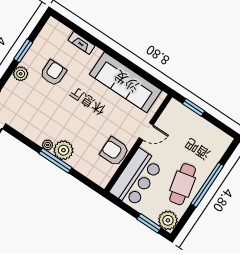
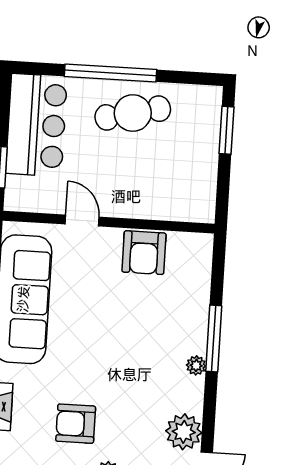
plant: (63, 150) -> (184, 432), moved
bar counter: (136, 178) -> (36, 125), moved, turned 90
plant: (168, 220) -> (204, 103), removed

